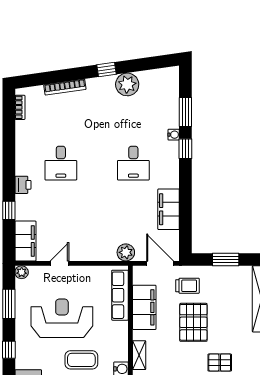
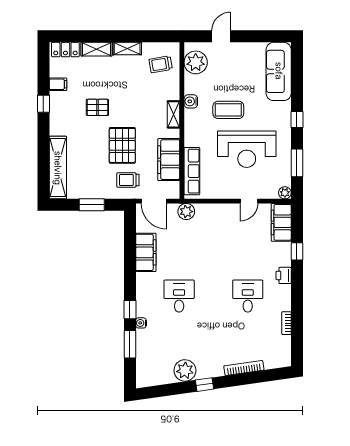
bookcase: (20, 107) -> (286, 323), moved

